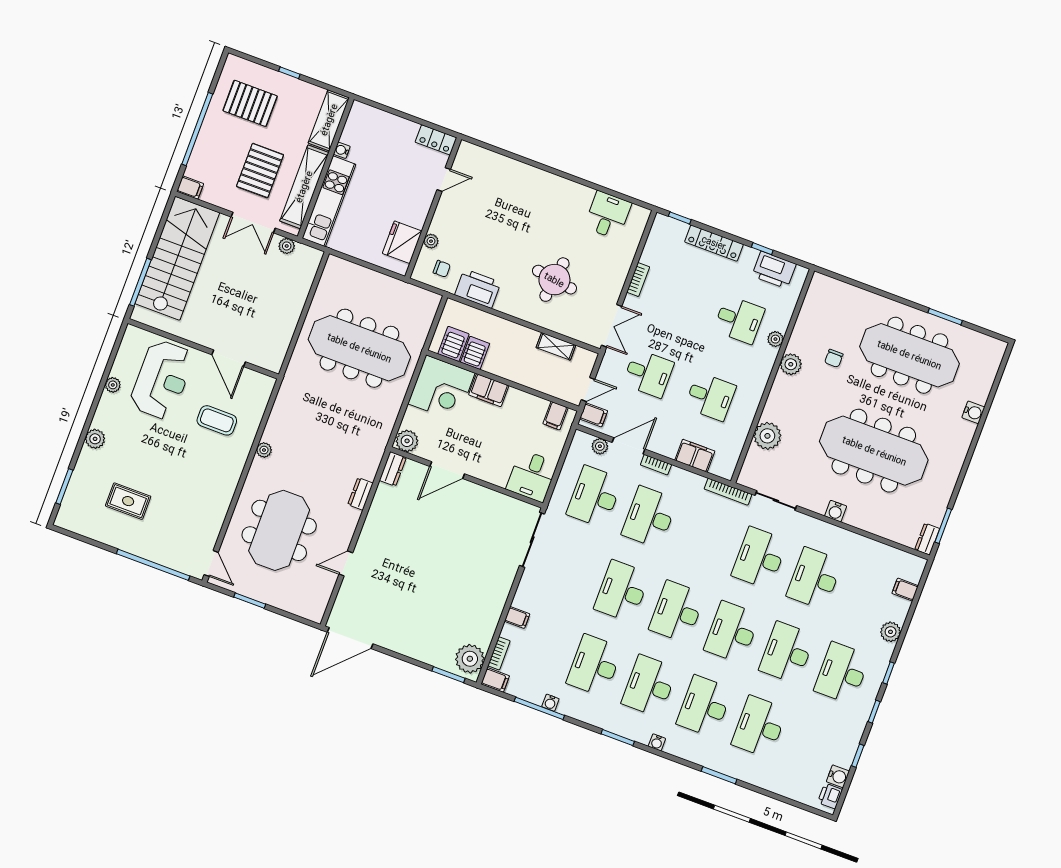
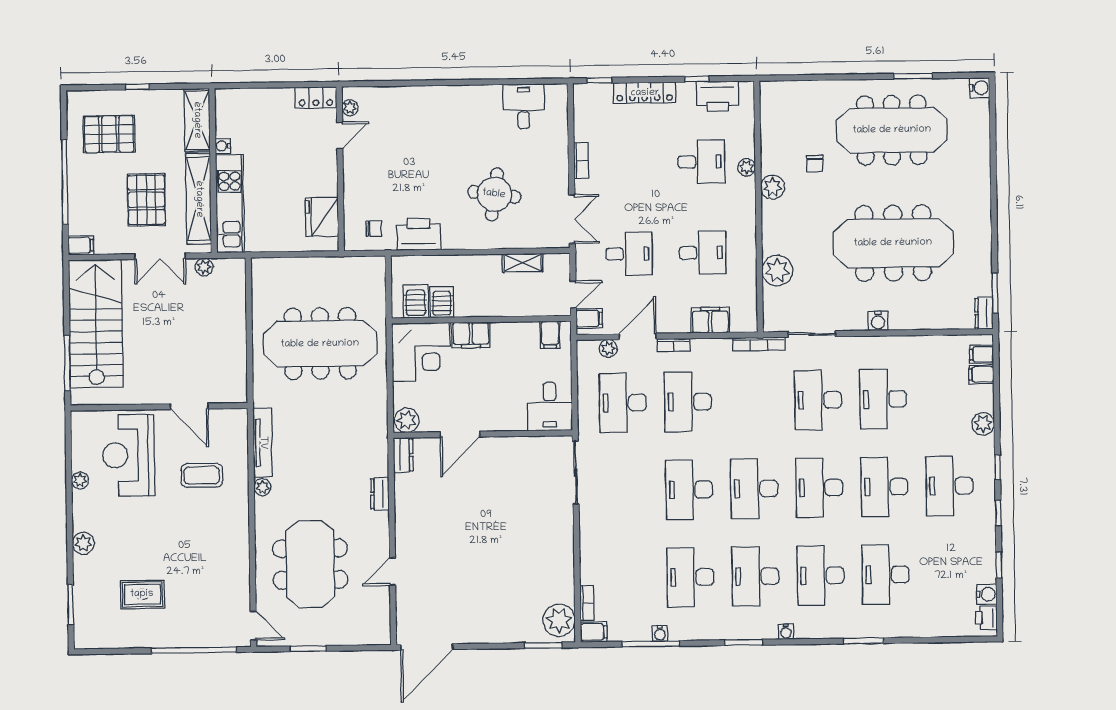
plant: (431, 241) -> (350, 108), moved
reception desk: (162, 380) -> (129, 455), turned 180
water cooler: (973, 412) -> (980, 88), moved
tv unit: (279, 413) -> (263, 443), added
filing cabinet: (517, 618) -> (982, 354), moved, turned 180

